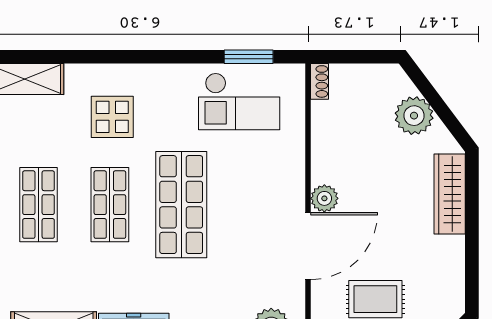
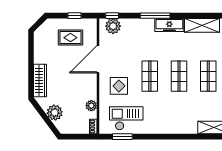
display table: (112, 117) -> (119, 86), moved
plant: (324, 198) -> (91, 106), moved
shop shelf: (181, 205) -> (150, 76), width x0.70, depth x0.74

